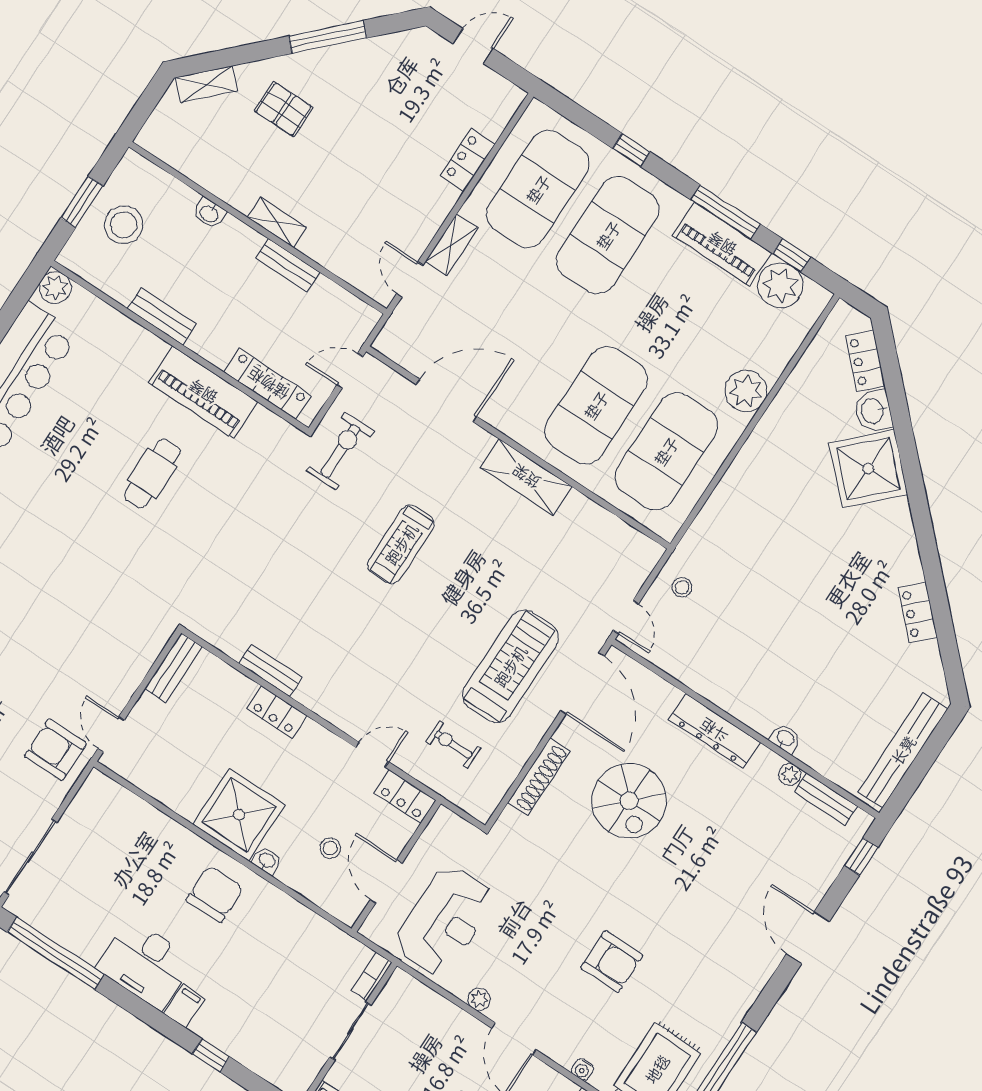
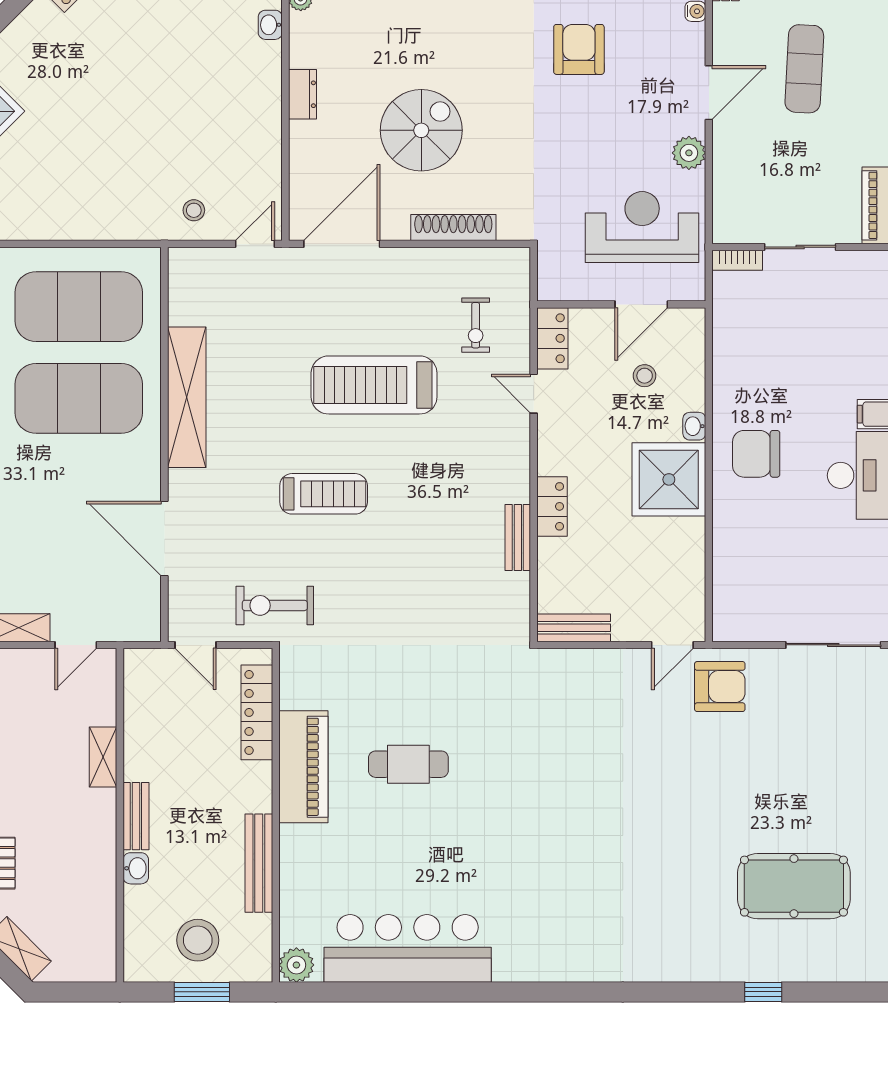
shelving: (277, 222) -> (103, 757), moved
bench: (288, 265) -> (136, 816), moved
bench: (162, 316) -> (259, 863), width x1.36
shelving: (526, 477) -> (187, 397), width x1.47
treadmill: (510, 666) -> (374, 385), moved
dresser: (714, 731) -> (303, 94), width x0.51, depth x0.80
armchair: (55, 750) -> (720, 687), turned -90
plant: (479, 999) -> (689, 153), width x1.38, depth x1.38

